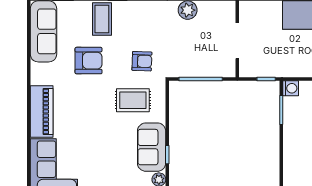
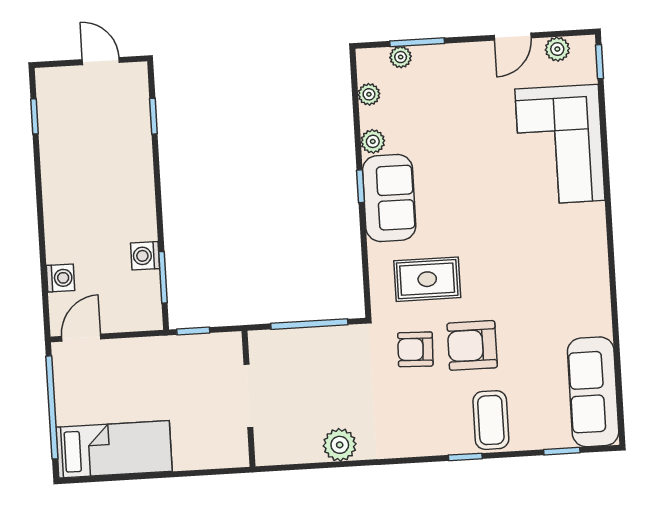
armchair: (89, 61) -> (472, 345), moved
washing machine: (291, 88) -> (145, 256), moved
piano: (42, 111) -> (588, 250), removed

